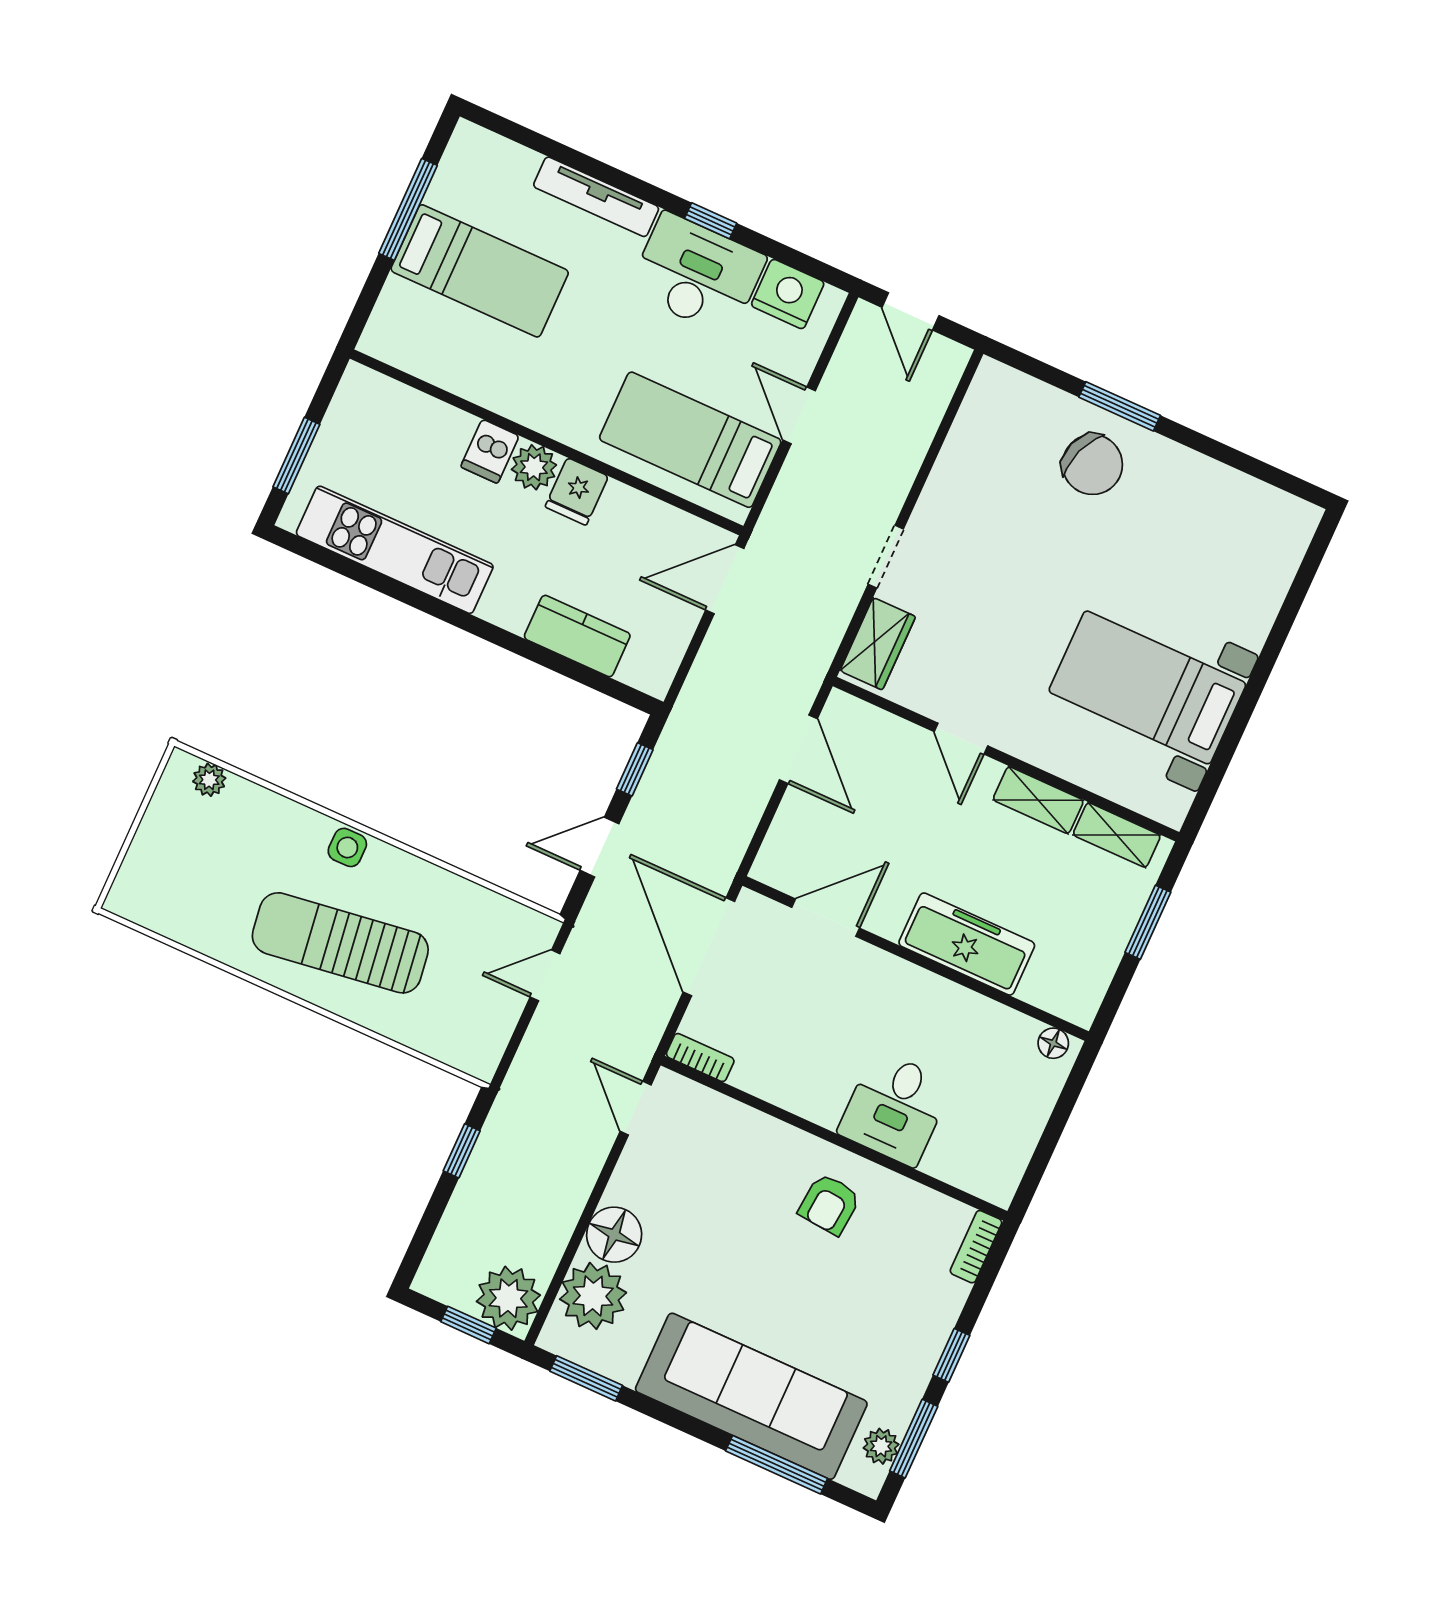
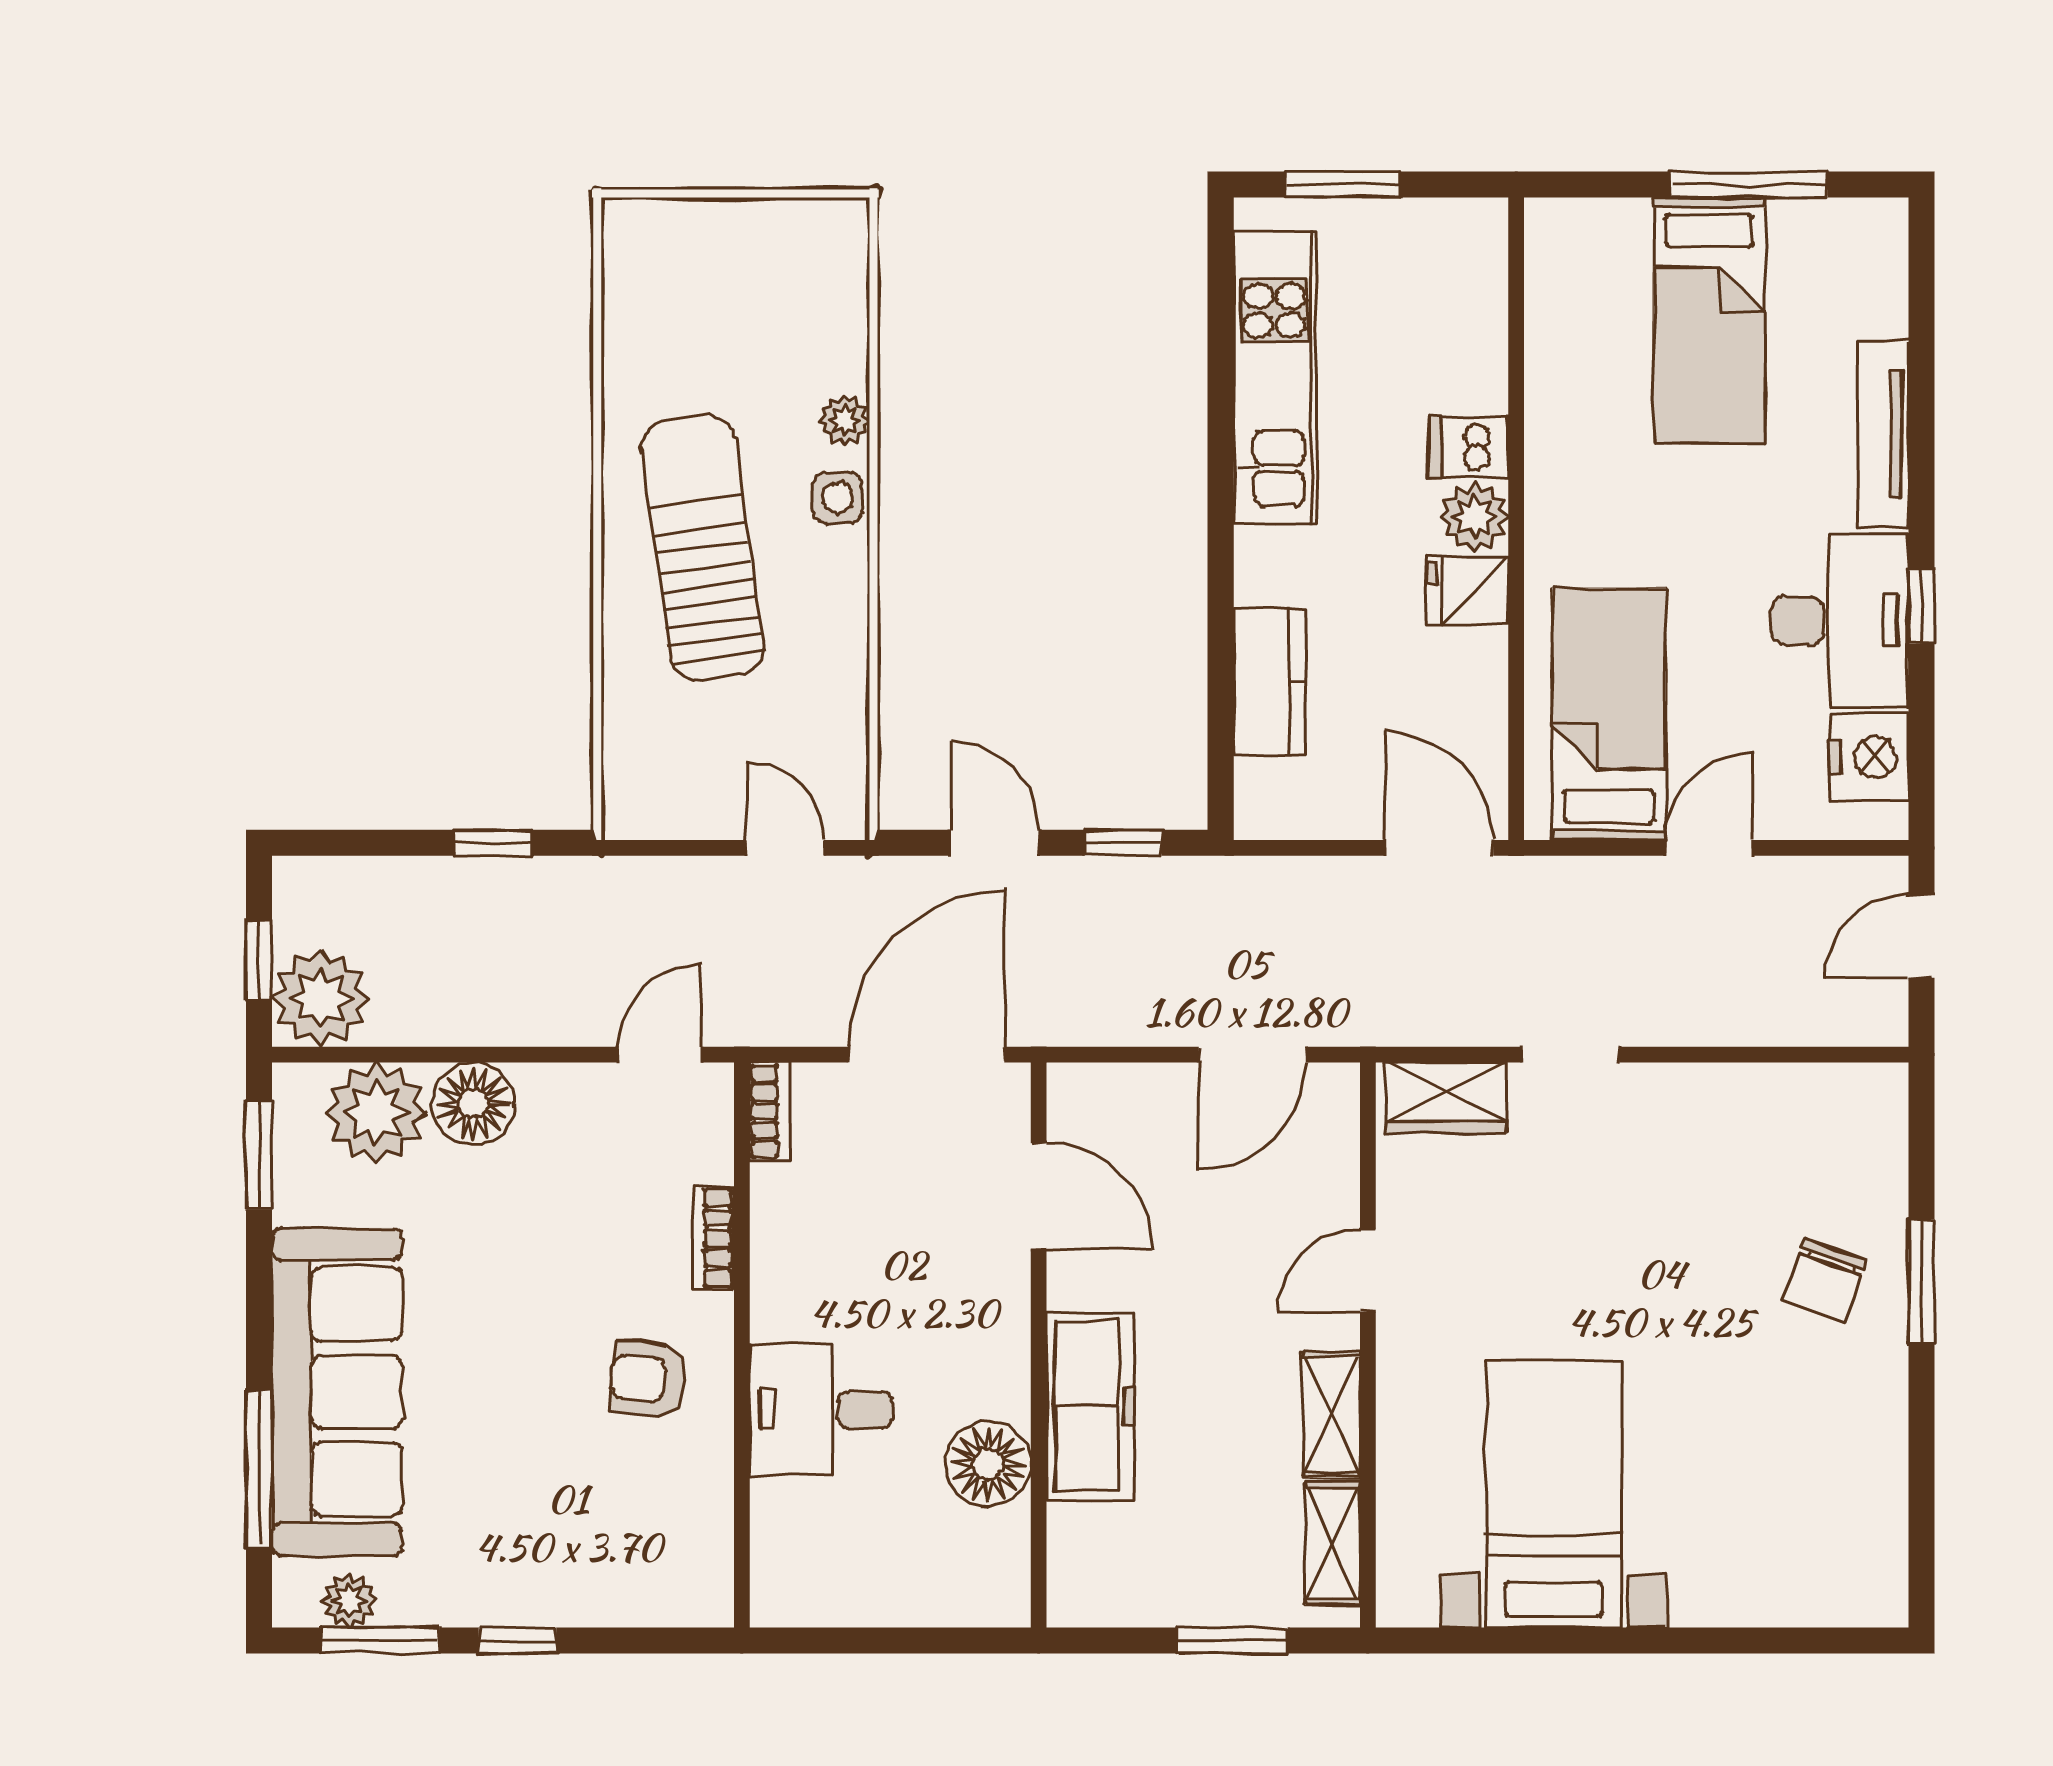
chair: (1092, 465) -> (1825, 1280), width x0.73, depth x0.73
plant: (209, 780) -> (845, 421), moved
floor lamp: (1053, 1043) -> (988, 1464), moved, width x1.89, depth x1.89
bookcase: (976, 1247) -> (713, 1238), moved, turned -90

